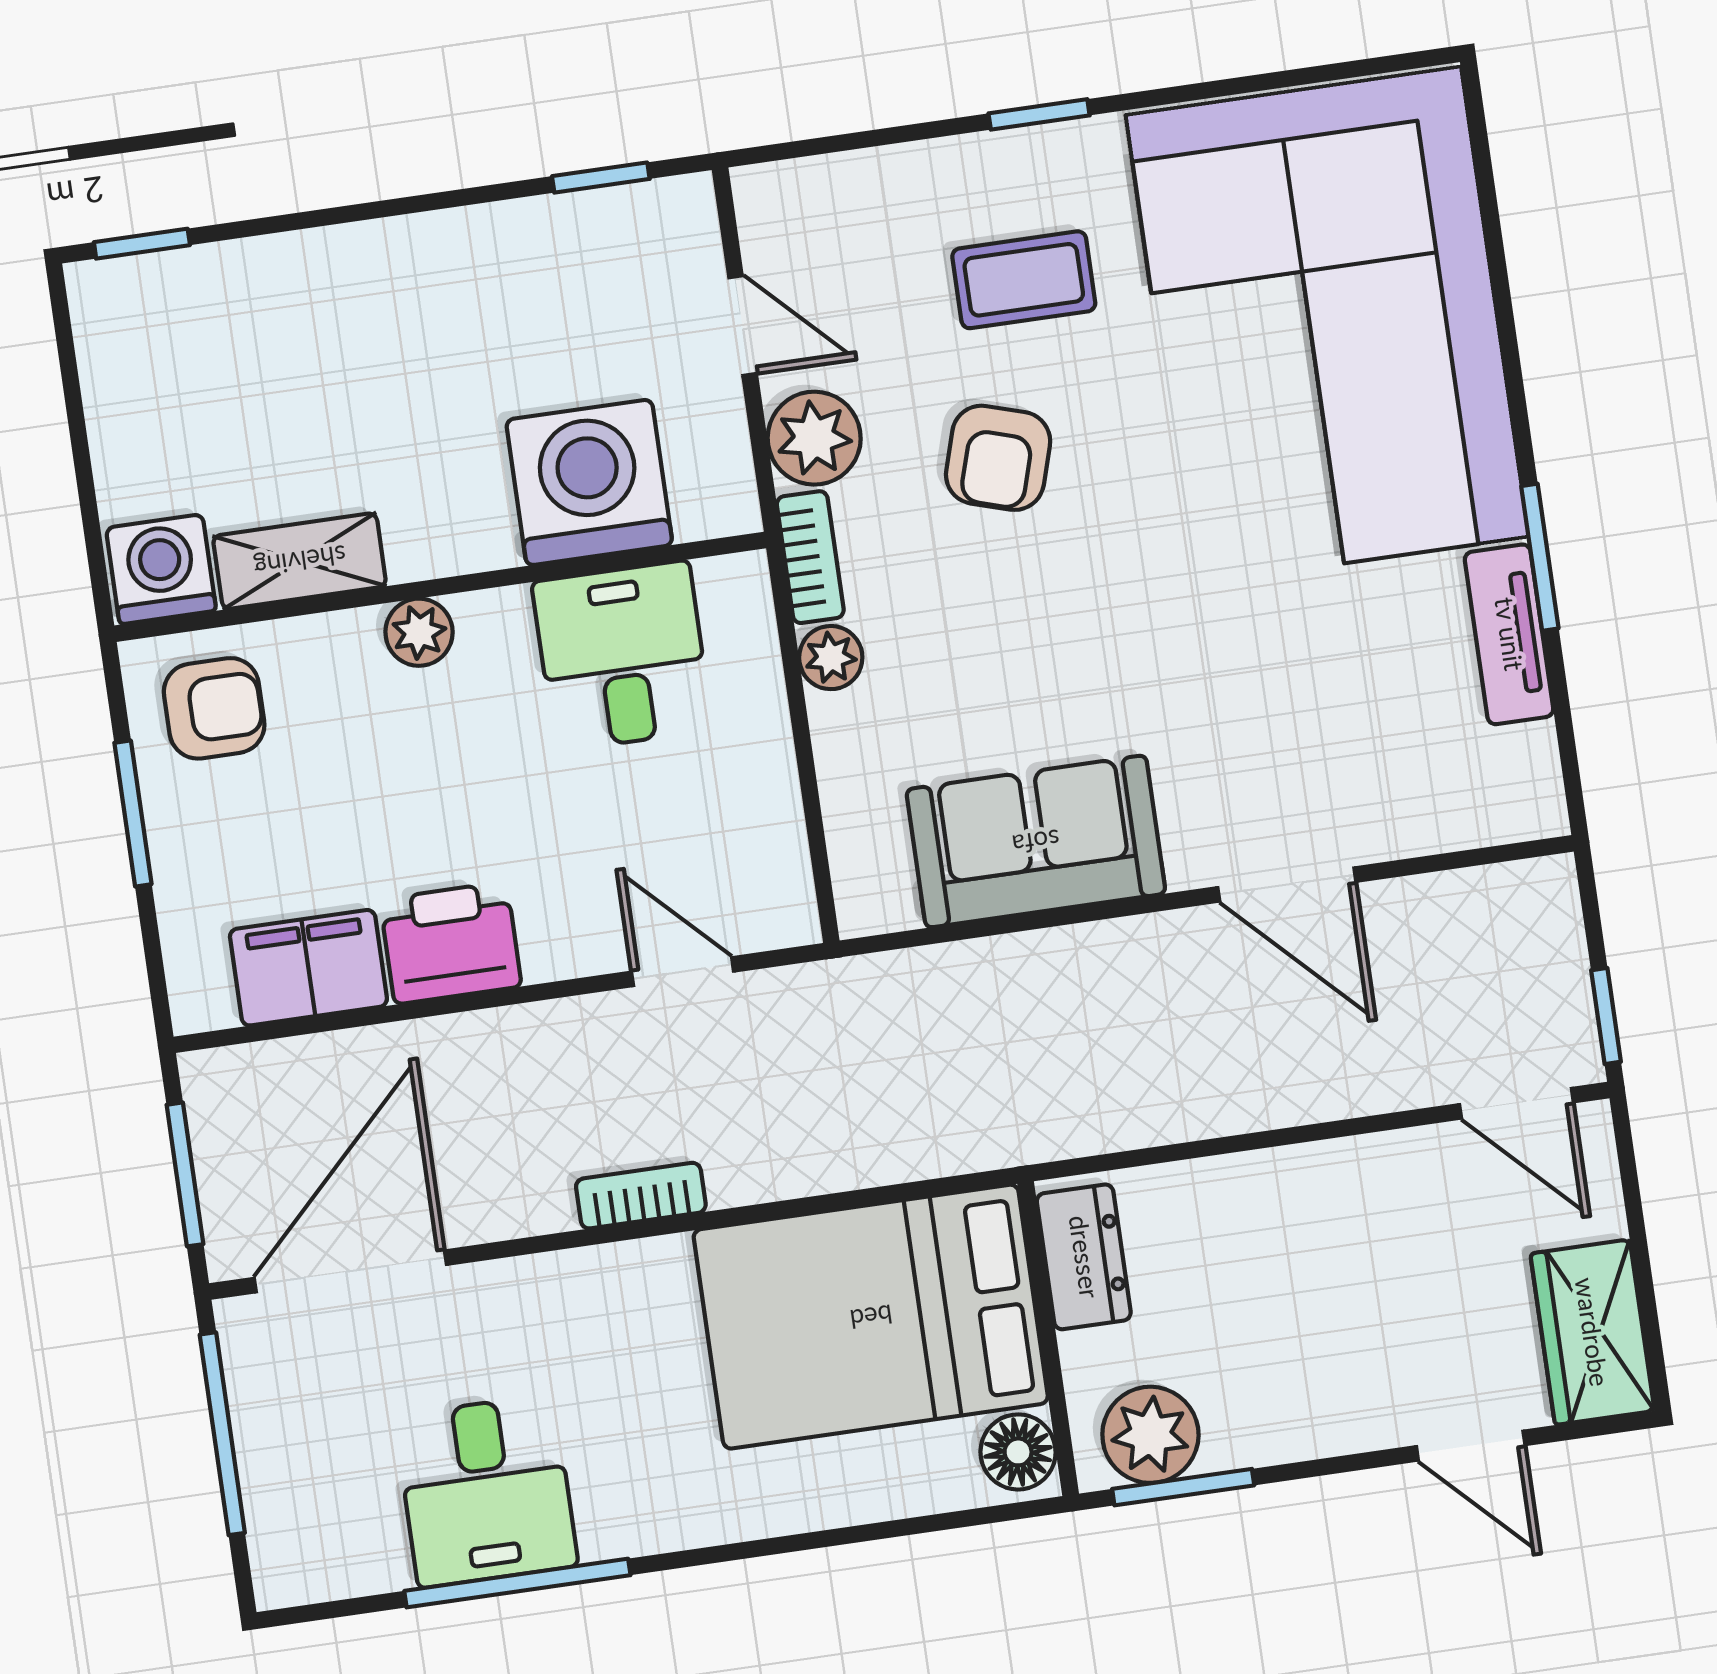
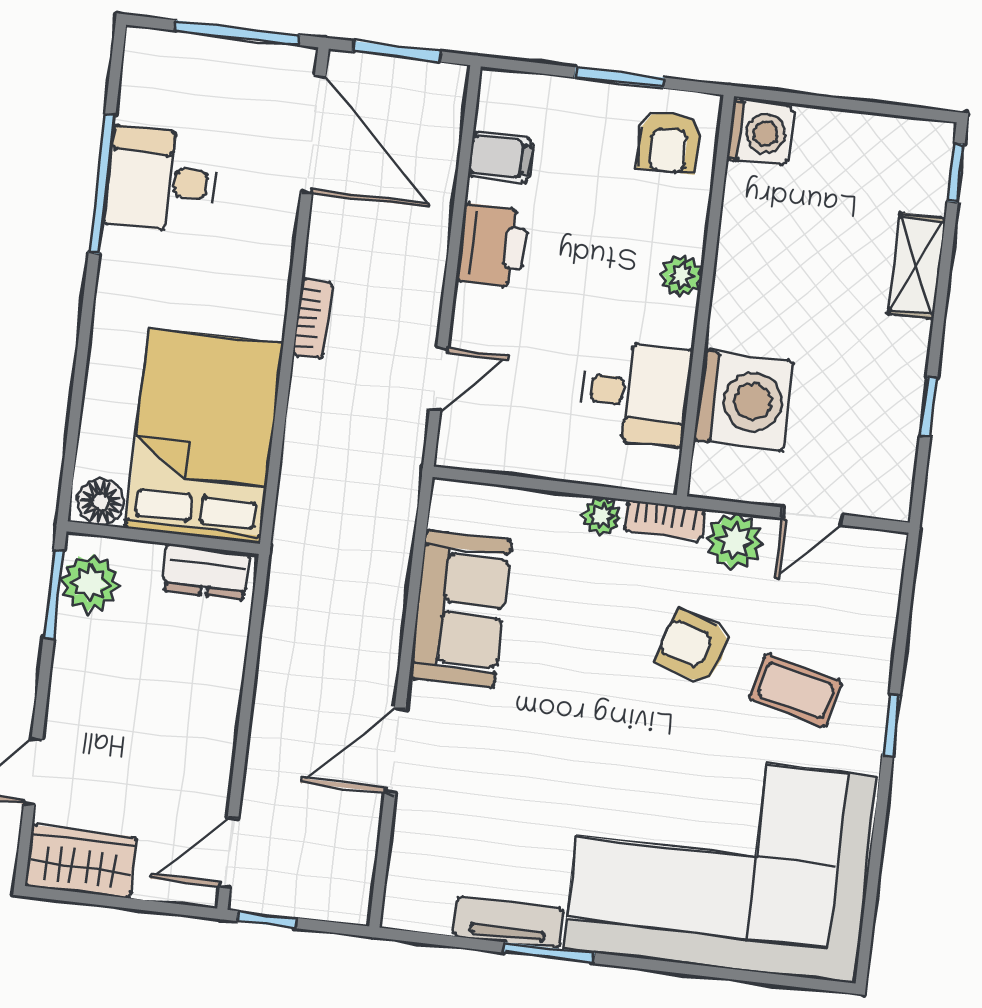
window: (601, 178) -> (929, 406), moved
coffee table: (1024, 280) -> (795, 690), turned -76
shelving: (300, 561) -> (917, 266), moved
filing cabinet: (308, 968) -> (500, 157), width x0.50

